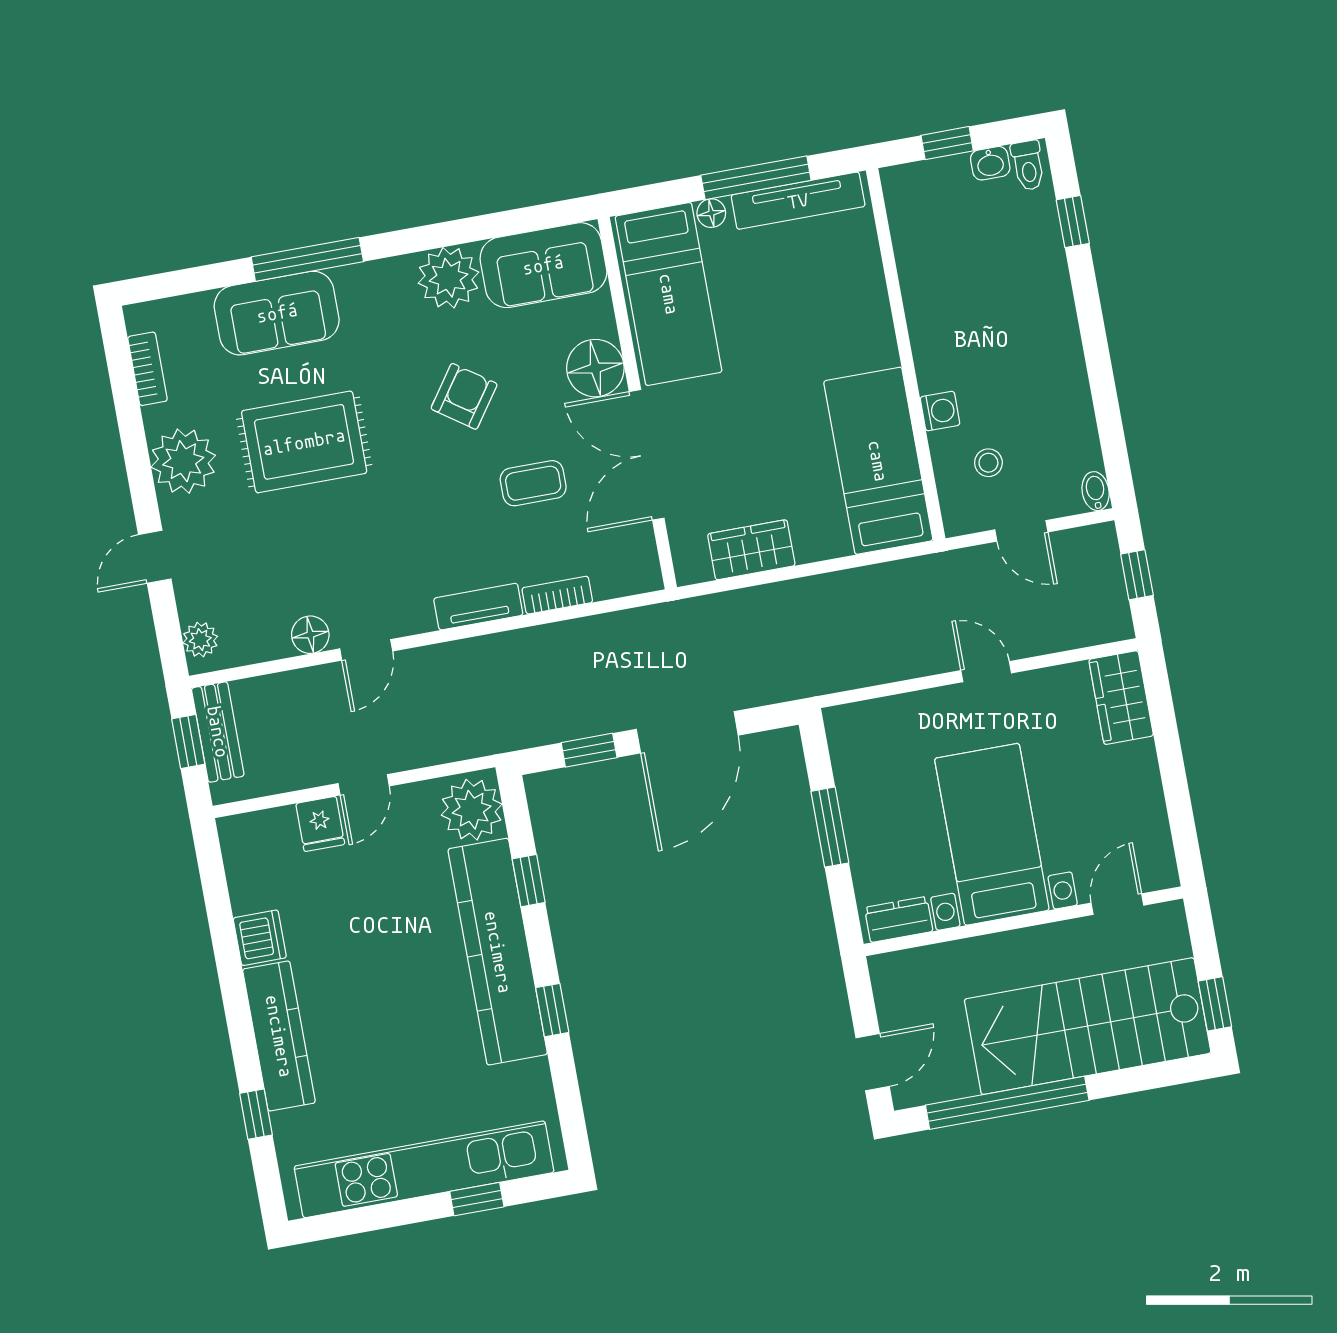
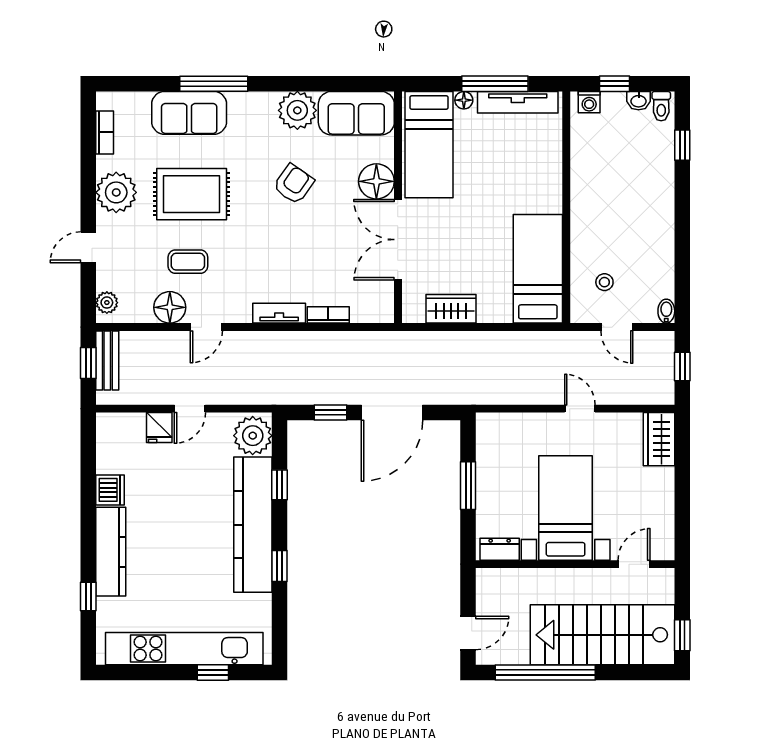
washing machine: (940, 411) -> (589, 102), moved, turned 90
coffee table: (533, 483) -> (188, 262), moved
floor lamp: (310, 635) -> (170, 307), width x1.38, depth x1.38

